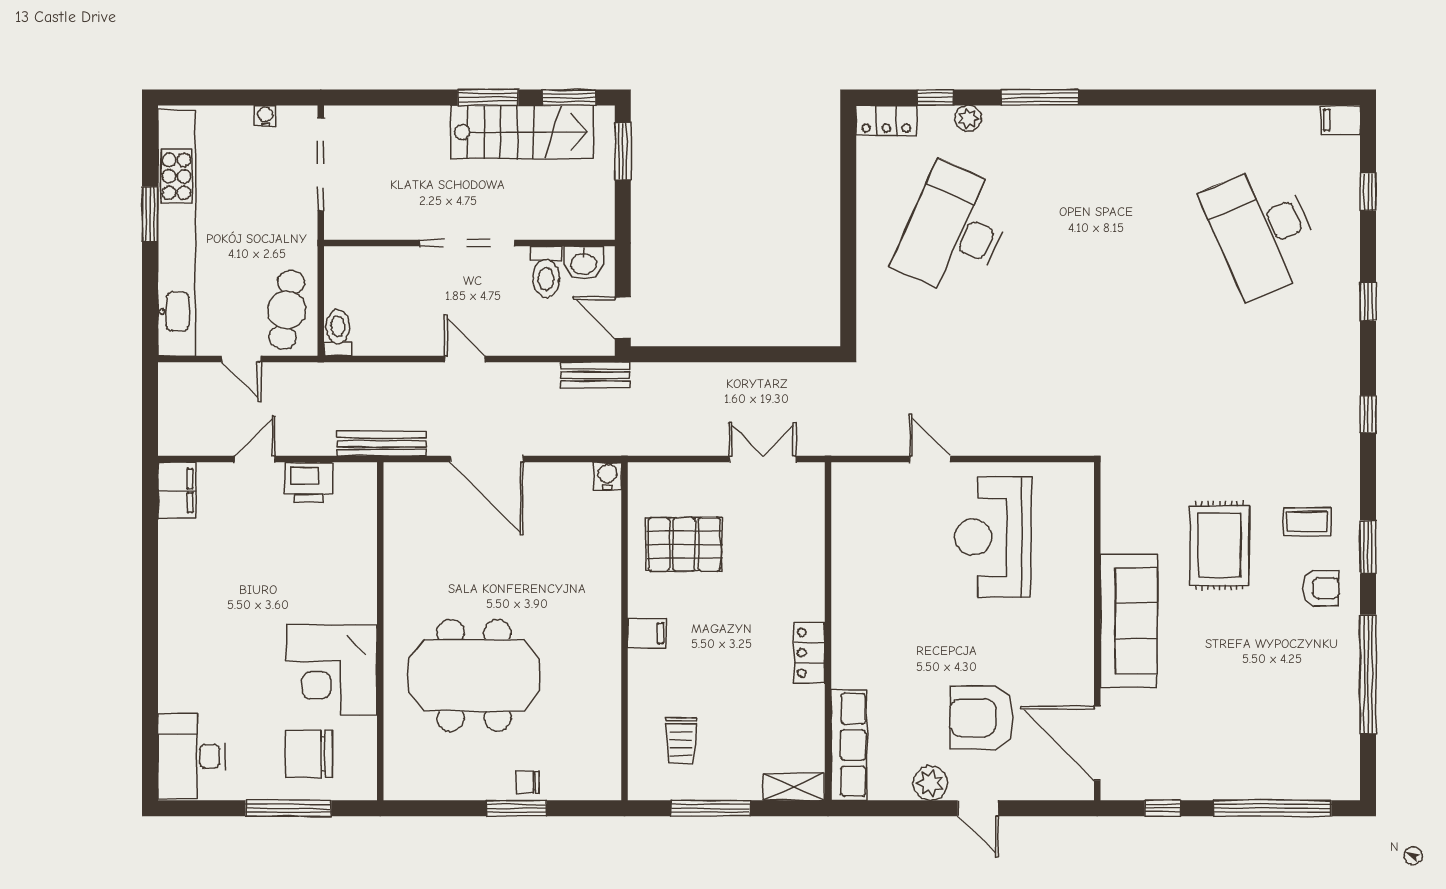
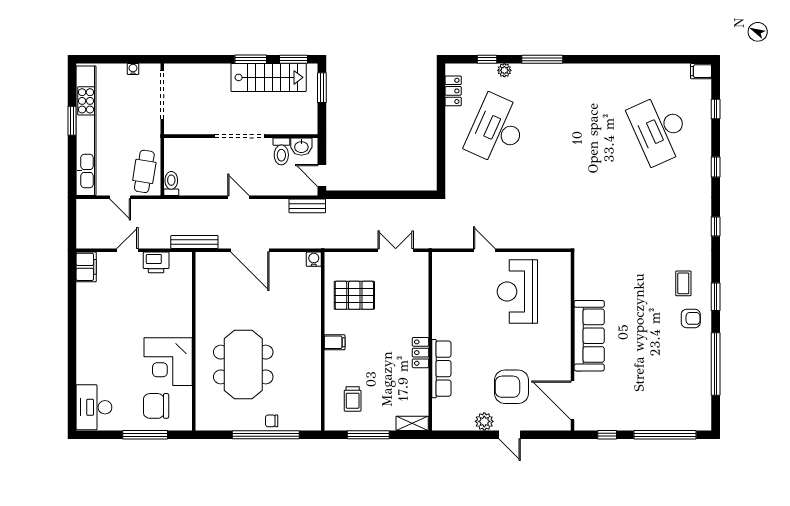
locker: (886, 120) -> (453, 91), moved, turned -90
coffee table: (1307, 522) -> (683, 283), turned 90
rug: (1219, 545) -> (637, 296), removed
meeting table: (474, 675) -> (243, 365), turned 90
row of seats: (849, 745) -> (441, 369), moved
window: (517, 808) -> (266, 435), width x2.11

